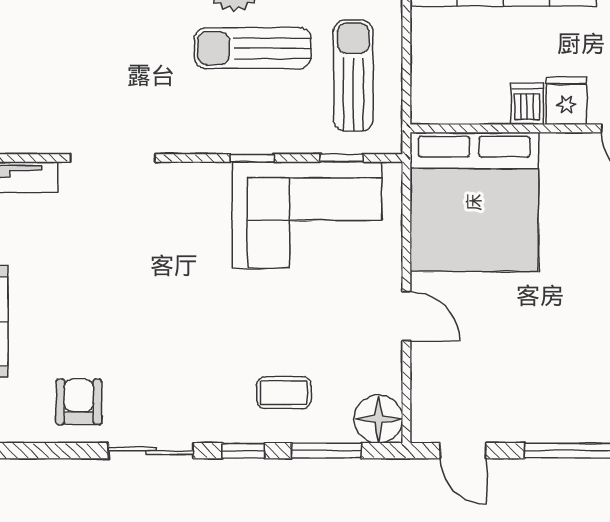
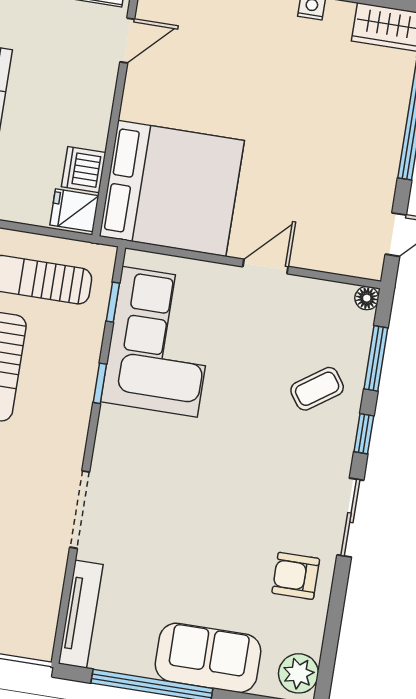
fridge: (566, 101) -> (74, 210), moved
dishwasher: (527, 104) -> (84, 170), moved, width x1.38
coffee table: (284, 393) -> (317, 389), turned 55
floor lamp: (378, 419) -> (367, 298), width x0.53, depth x0.53

